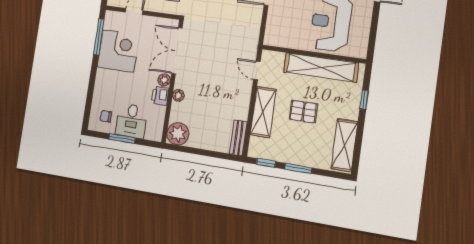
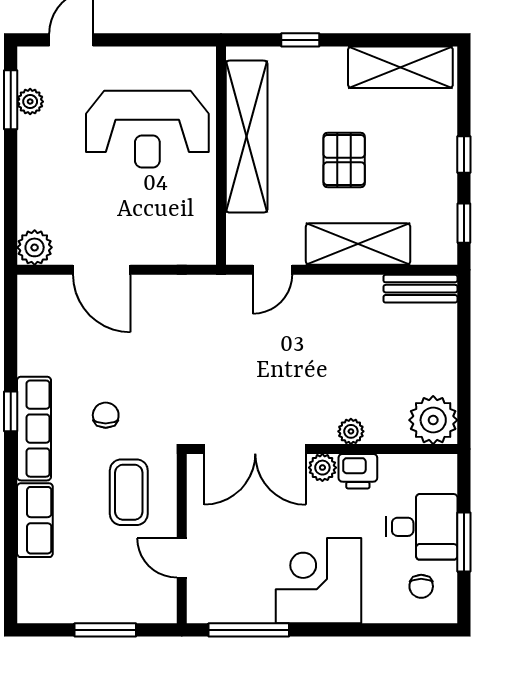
corner desk: (118, 51) -> (319, 581), moved
window: (298, 168) -> (464, 155), width x0.67

